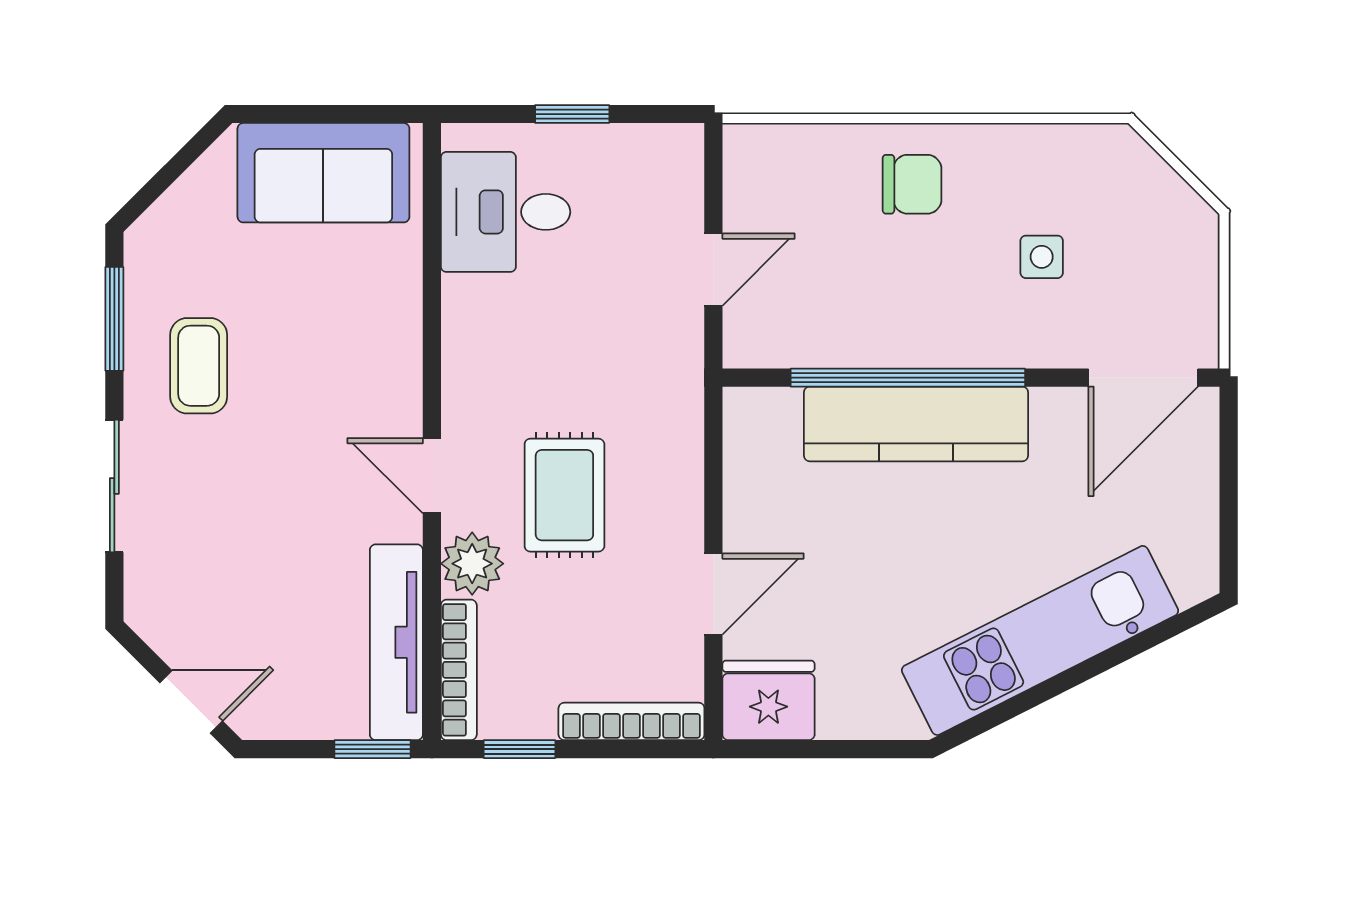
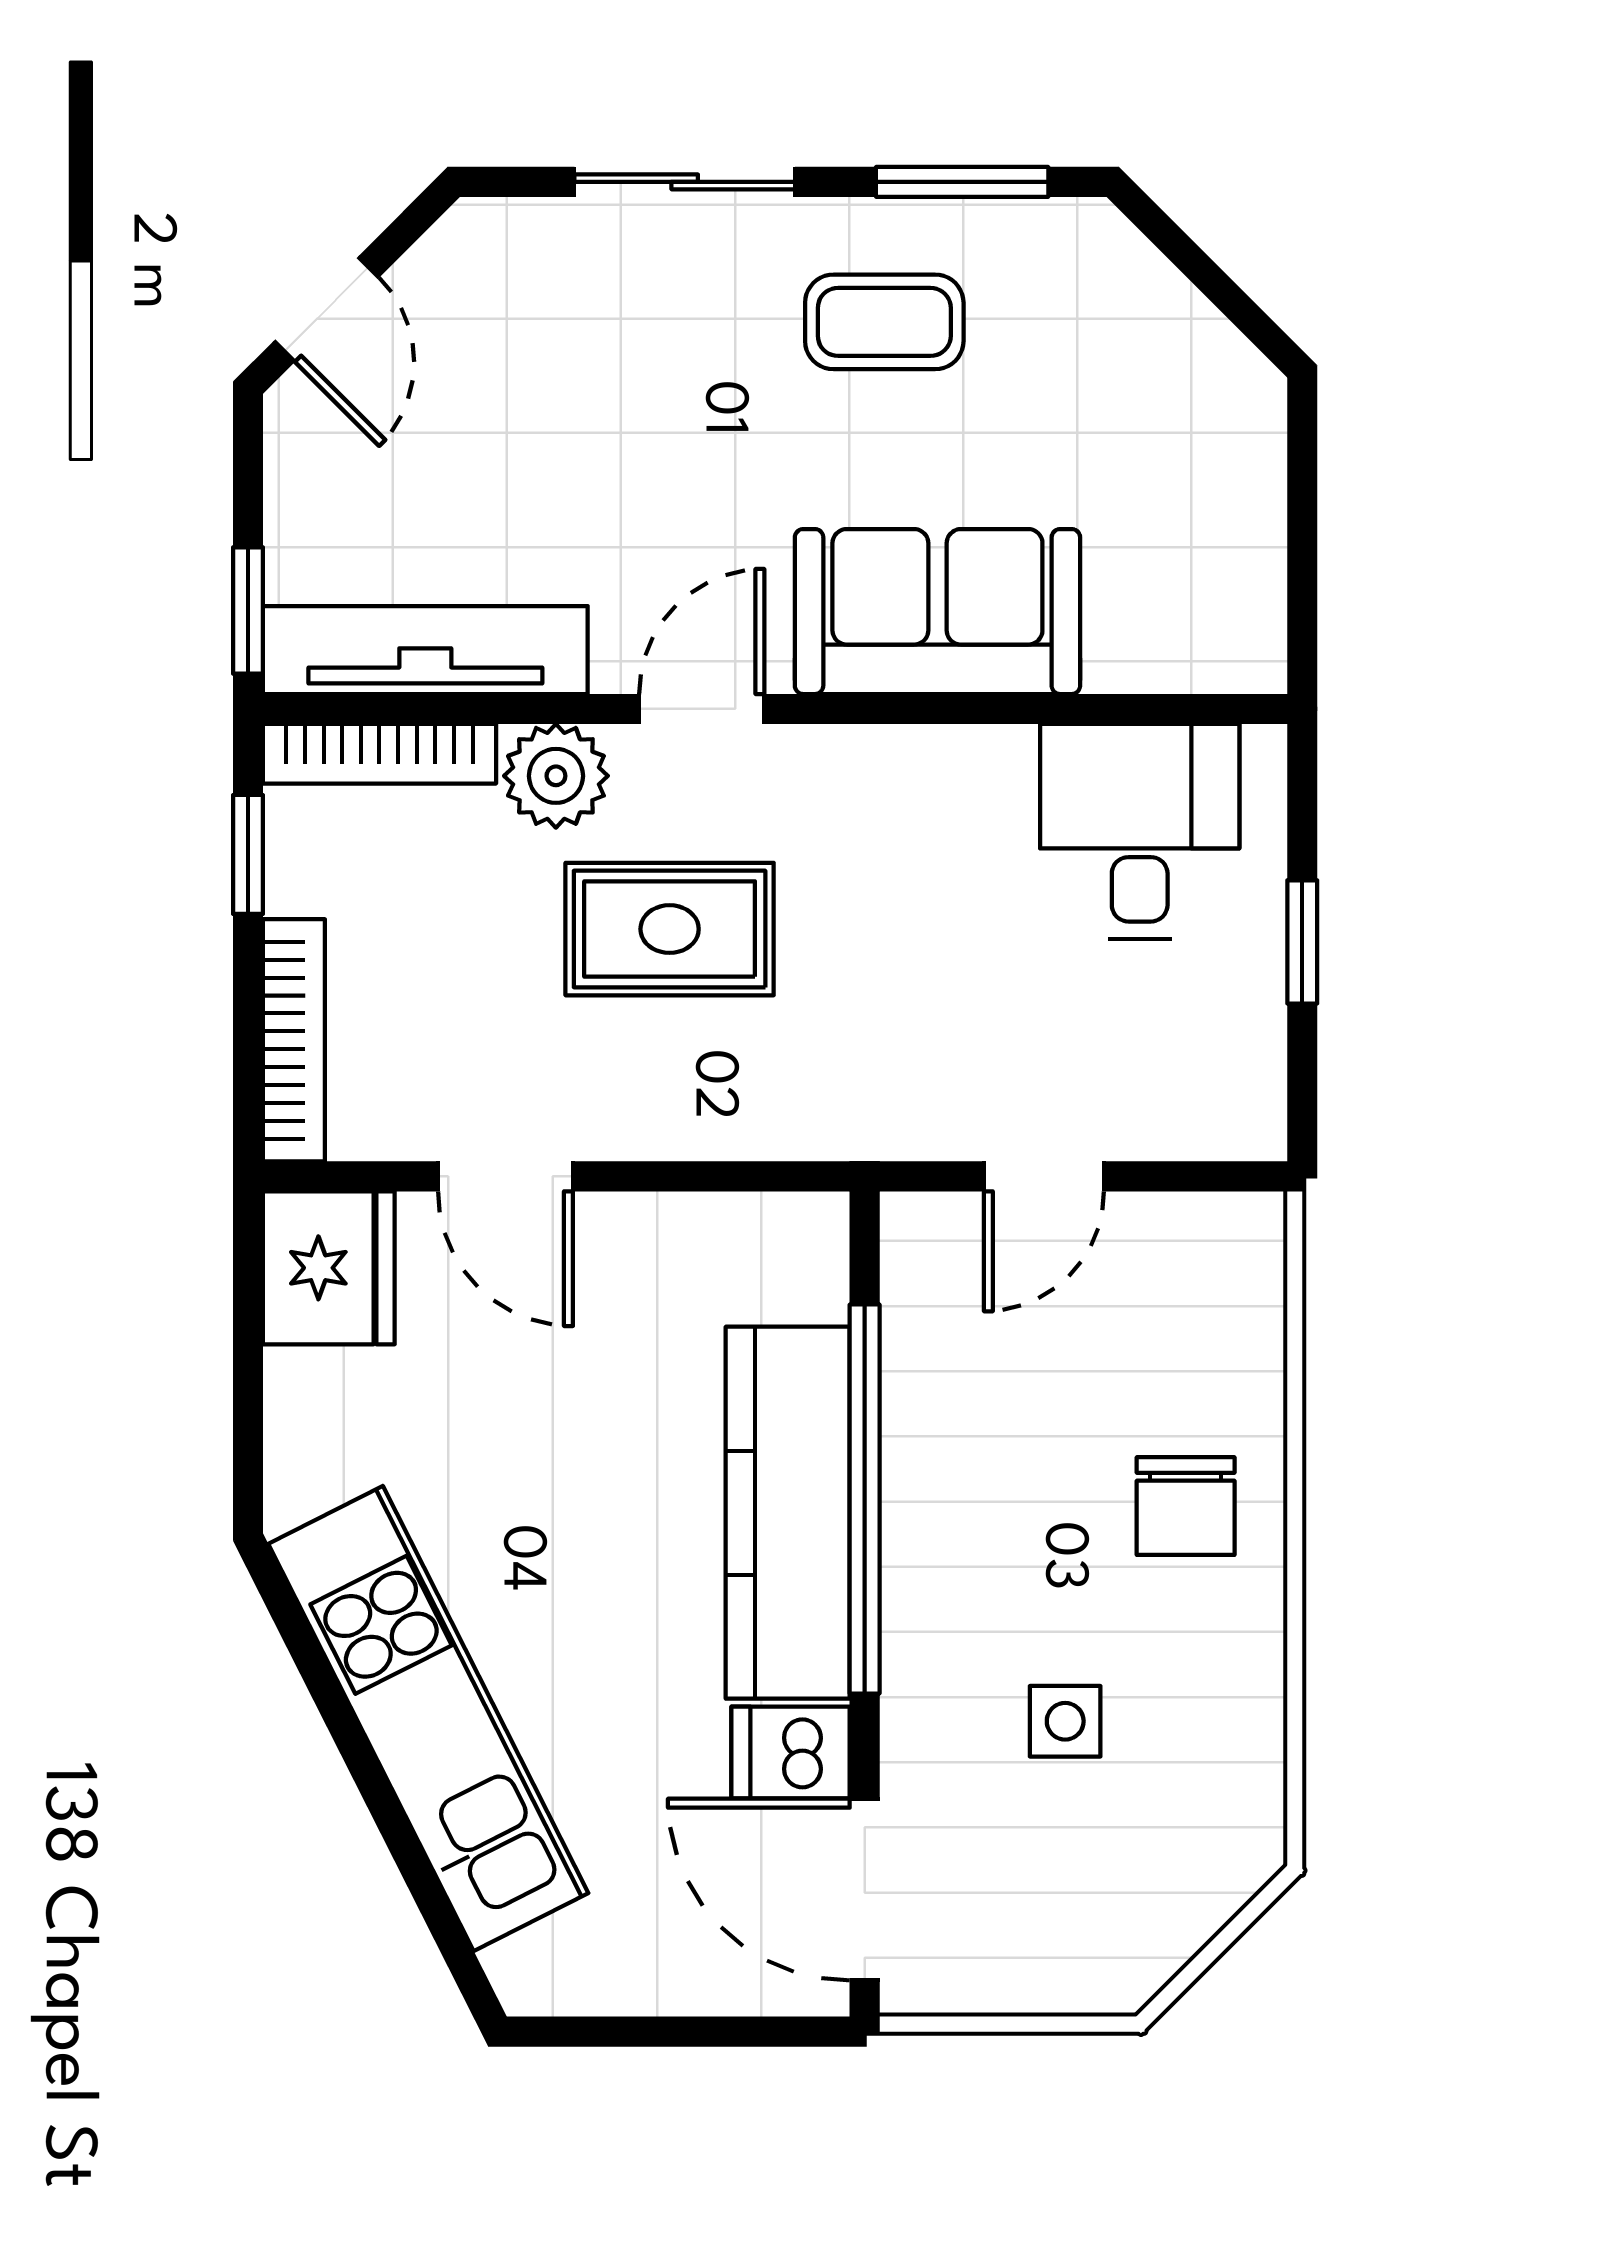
sofa: (323, 173) -> (937, 612), moved, turned 90
door: (713, 270) -> (1044, 1176), hinge flipped
dishwasher: (1060, 422) -> (791, 1752), added

